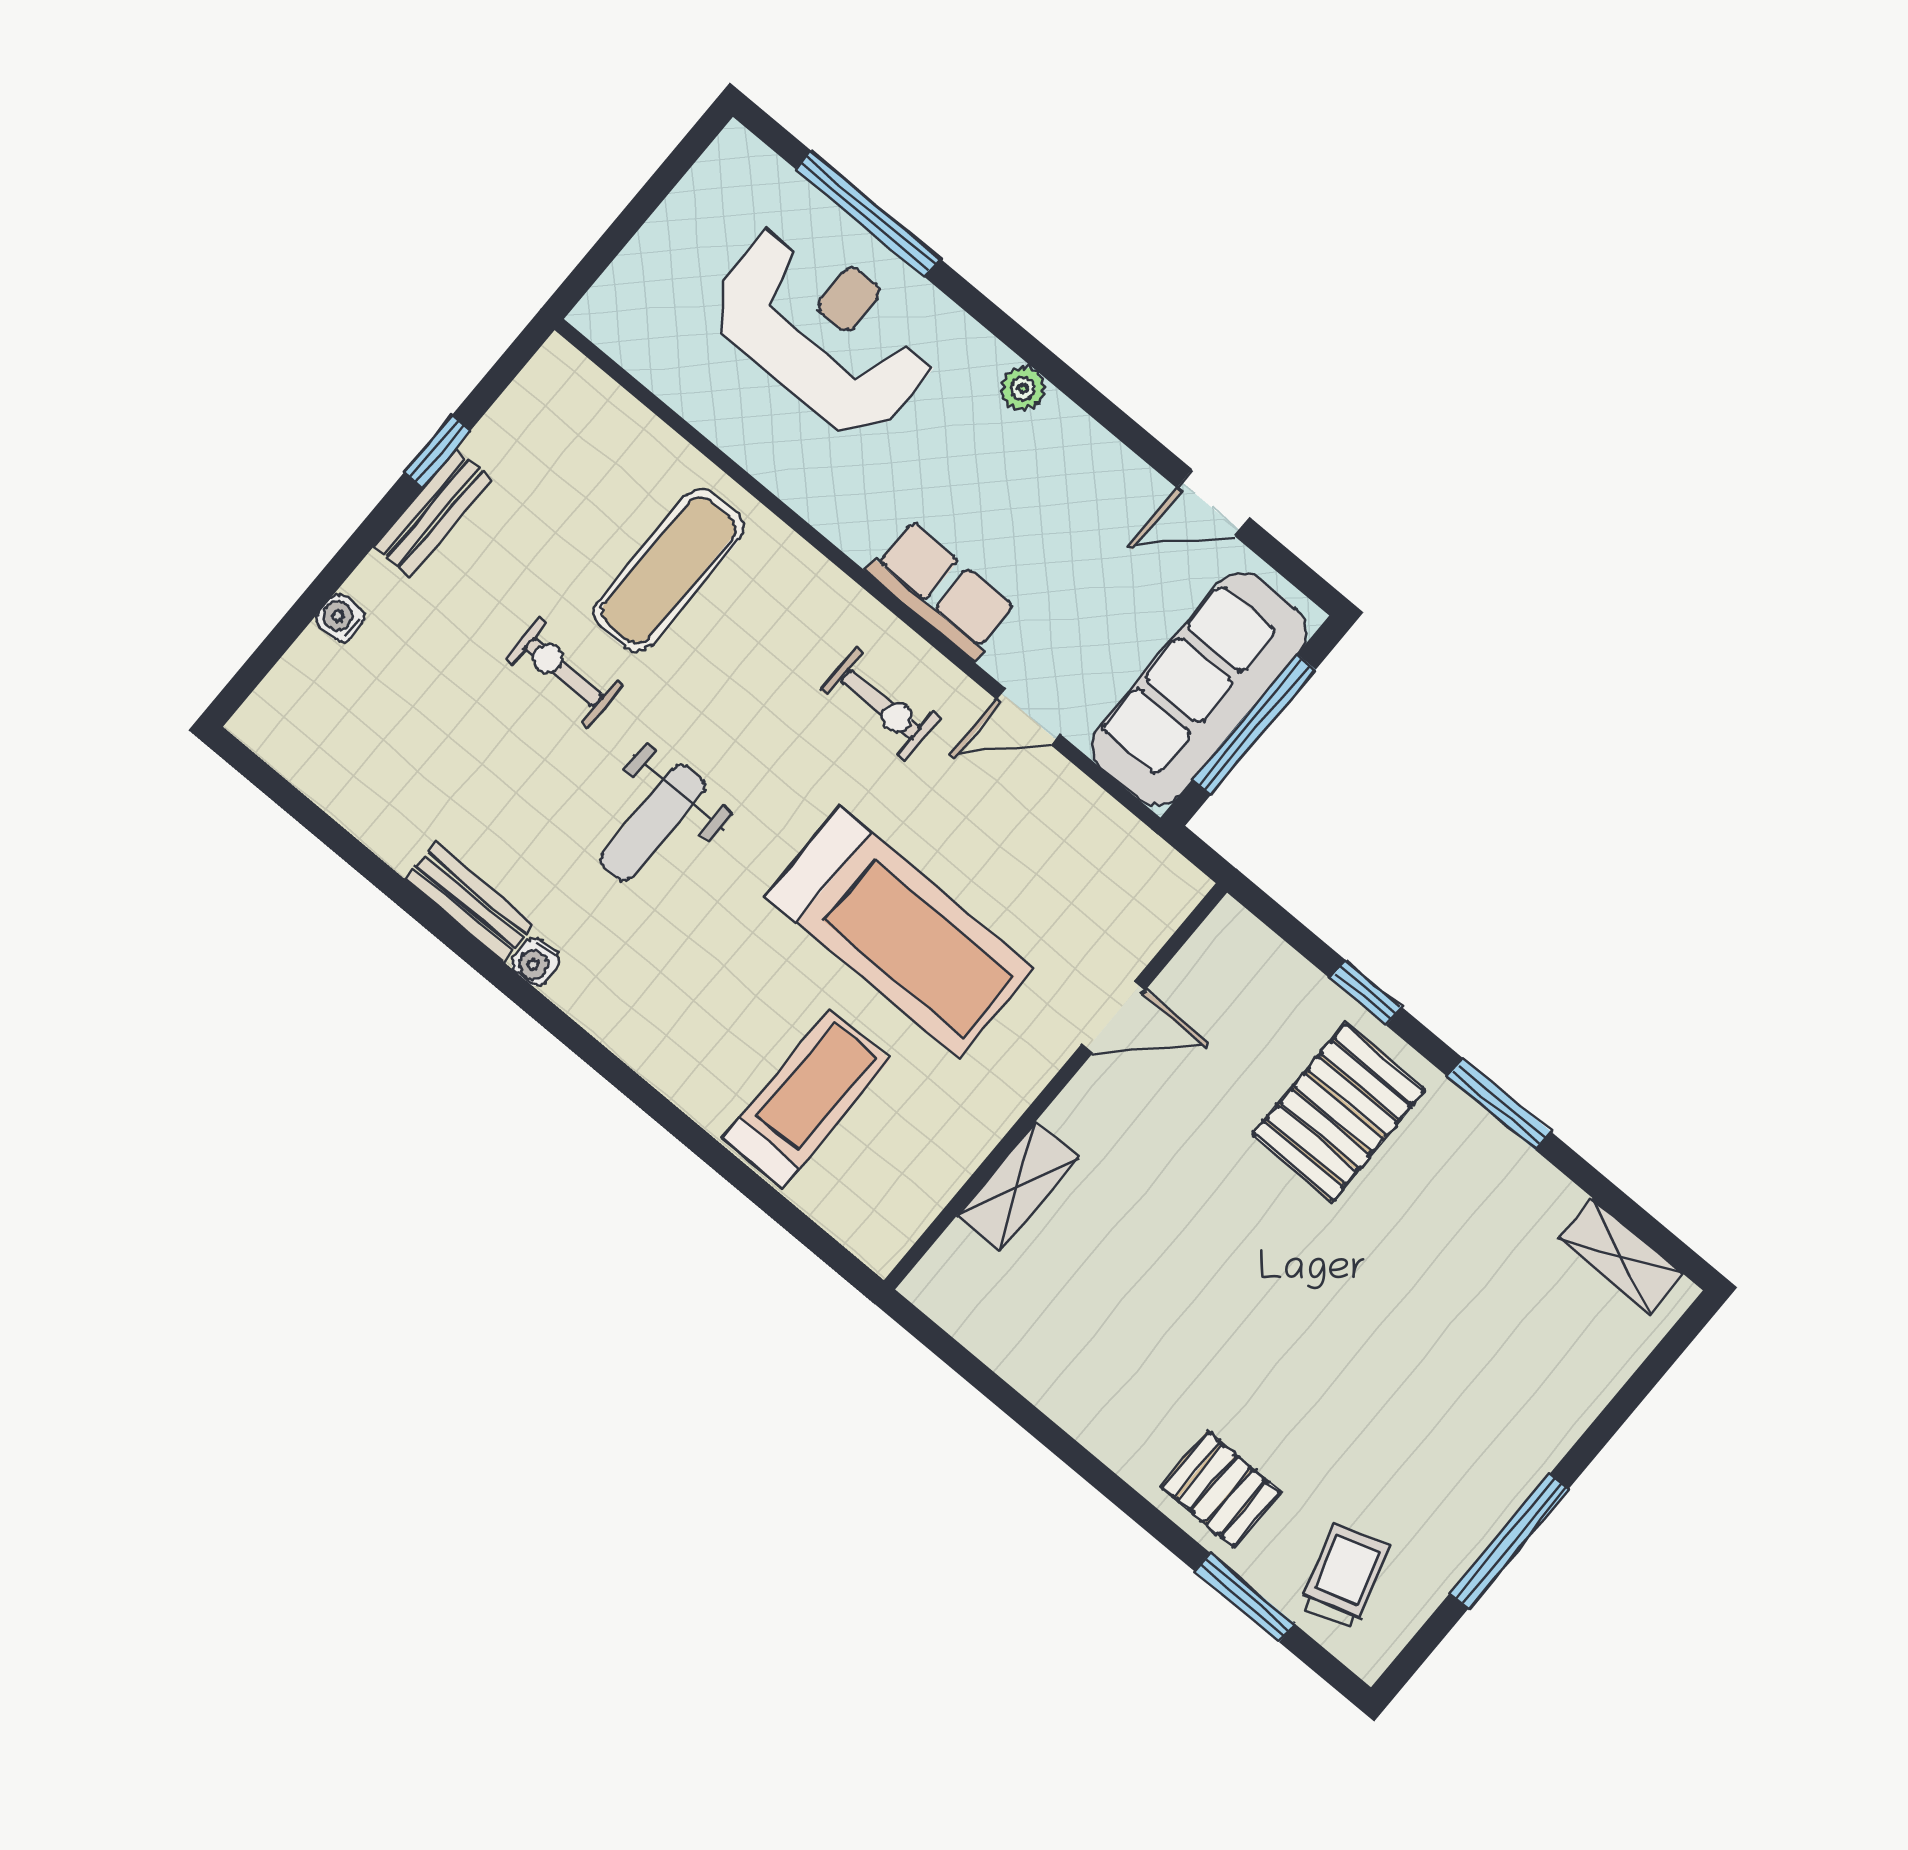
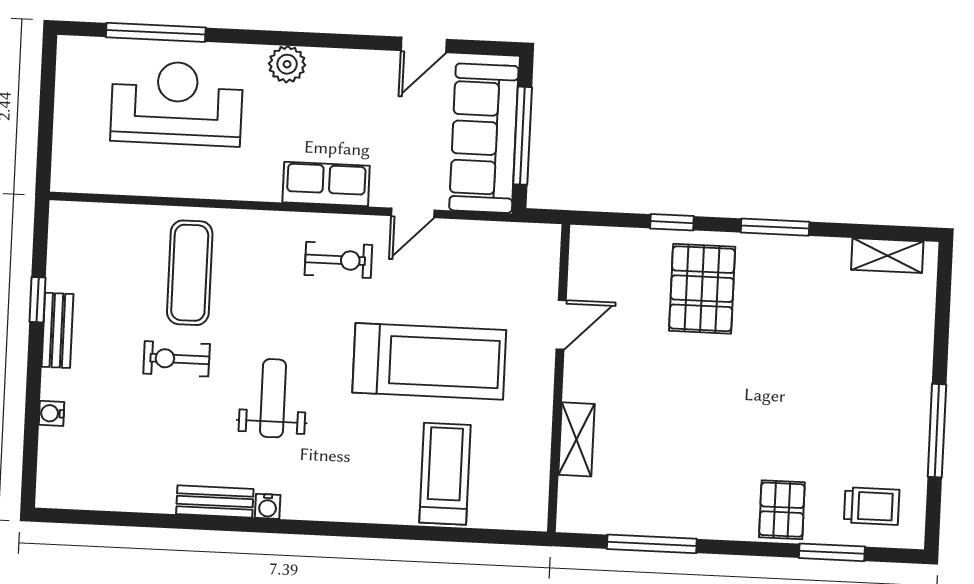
plant: (1023, 389) -> (287, 64), width x1.38, depth x1.38
weight bench: (653, 823) -> (273, 398), turned 180
window: (1012, 1403) -> (652, 544), added
pallet: (1221, 1489) -> (782, 510), turned 90
trolley: (1345, 1576) -> (872, 506), turned 108

